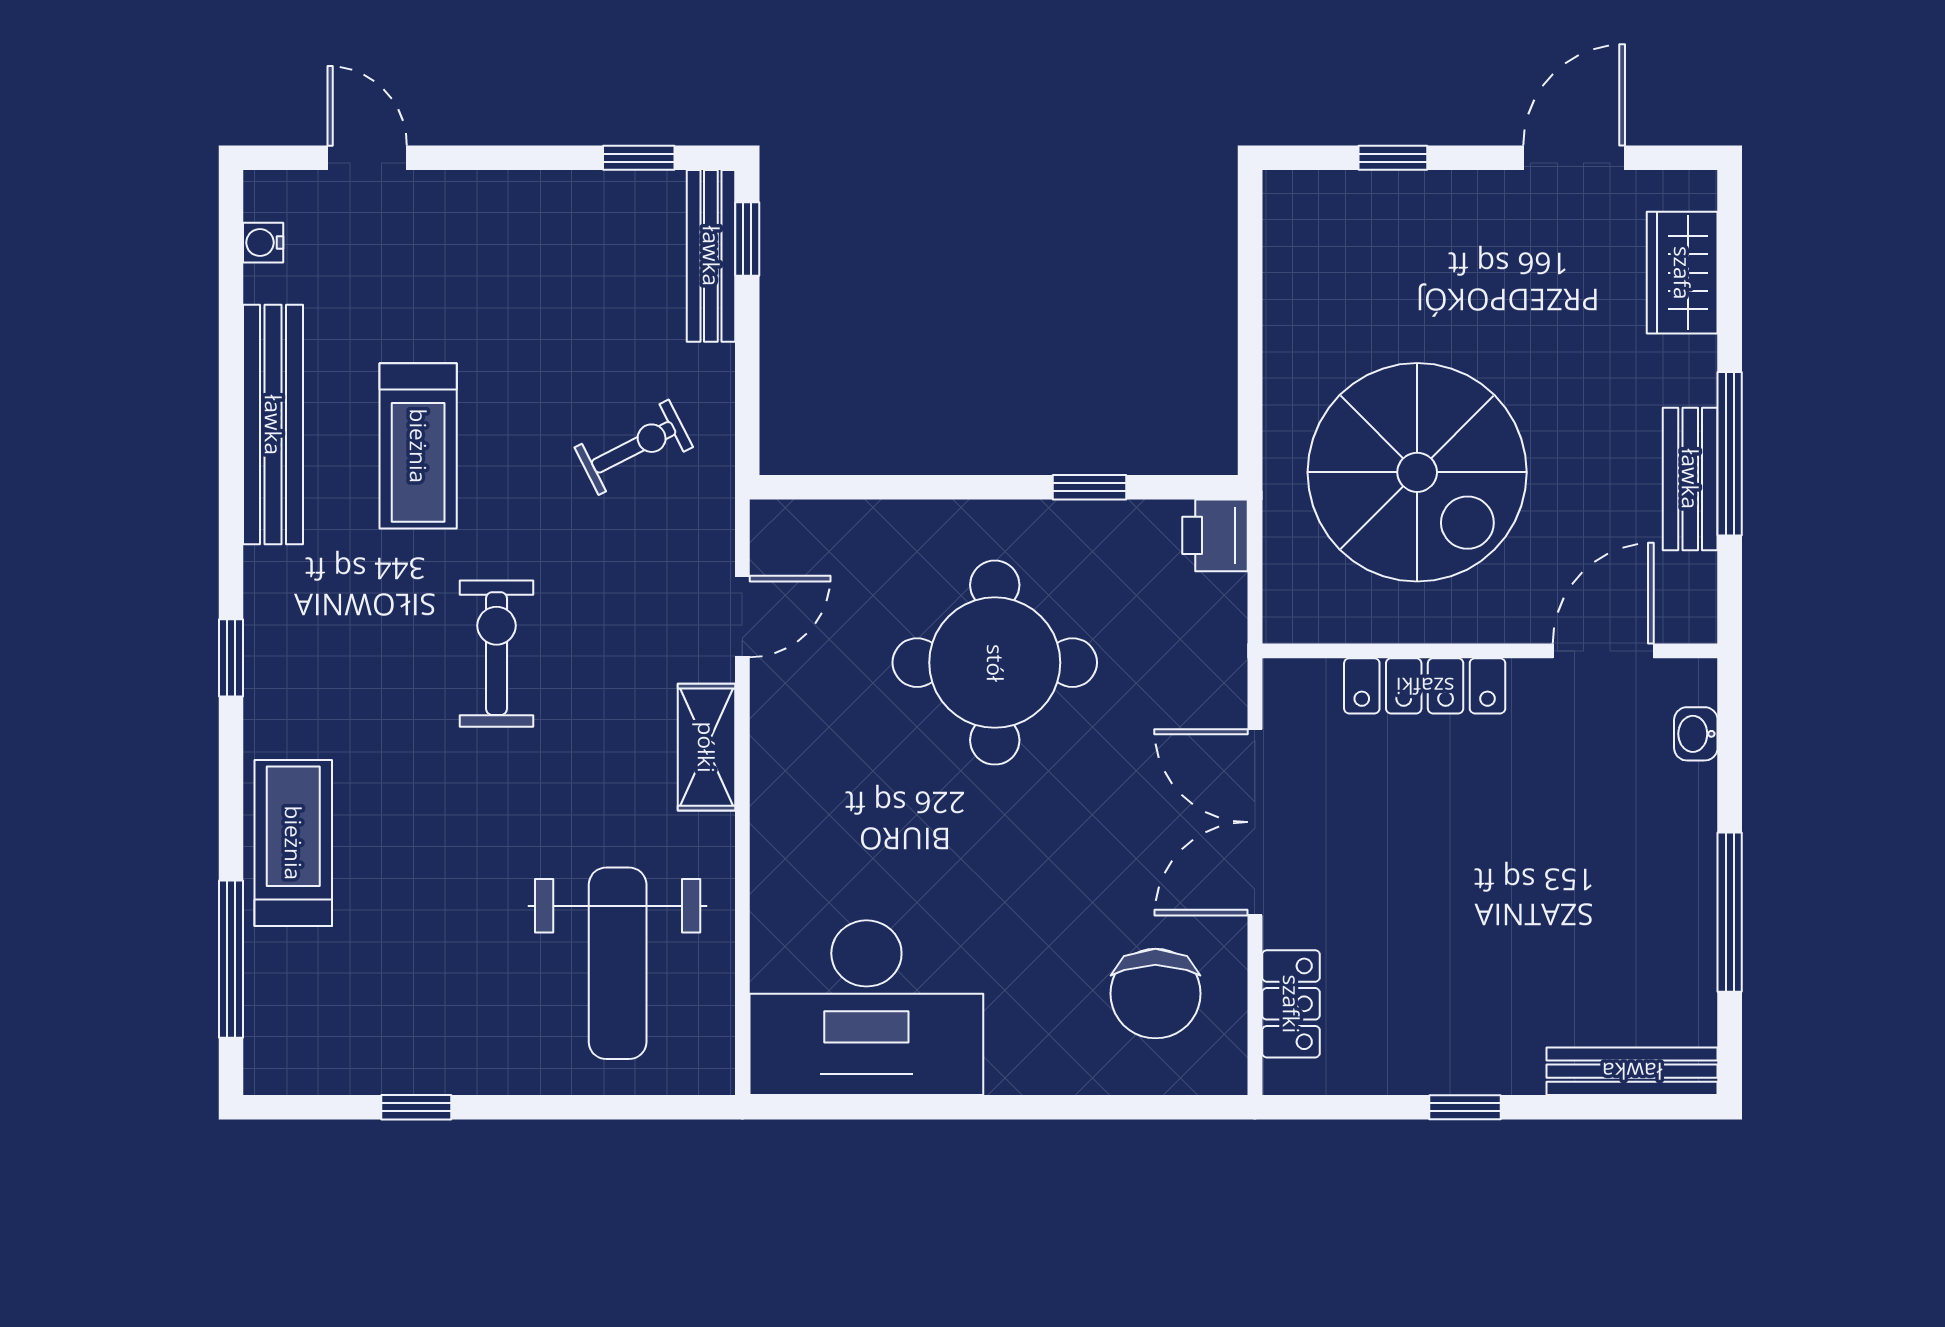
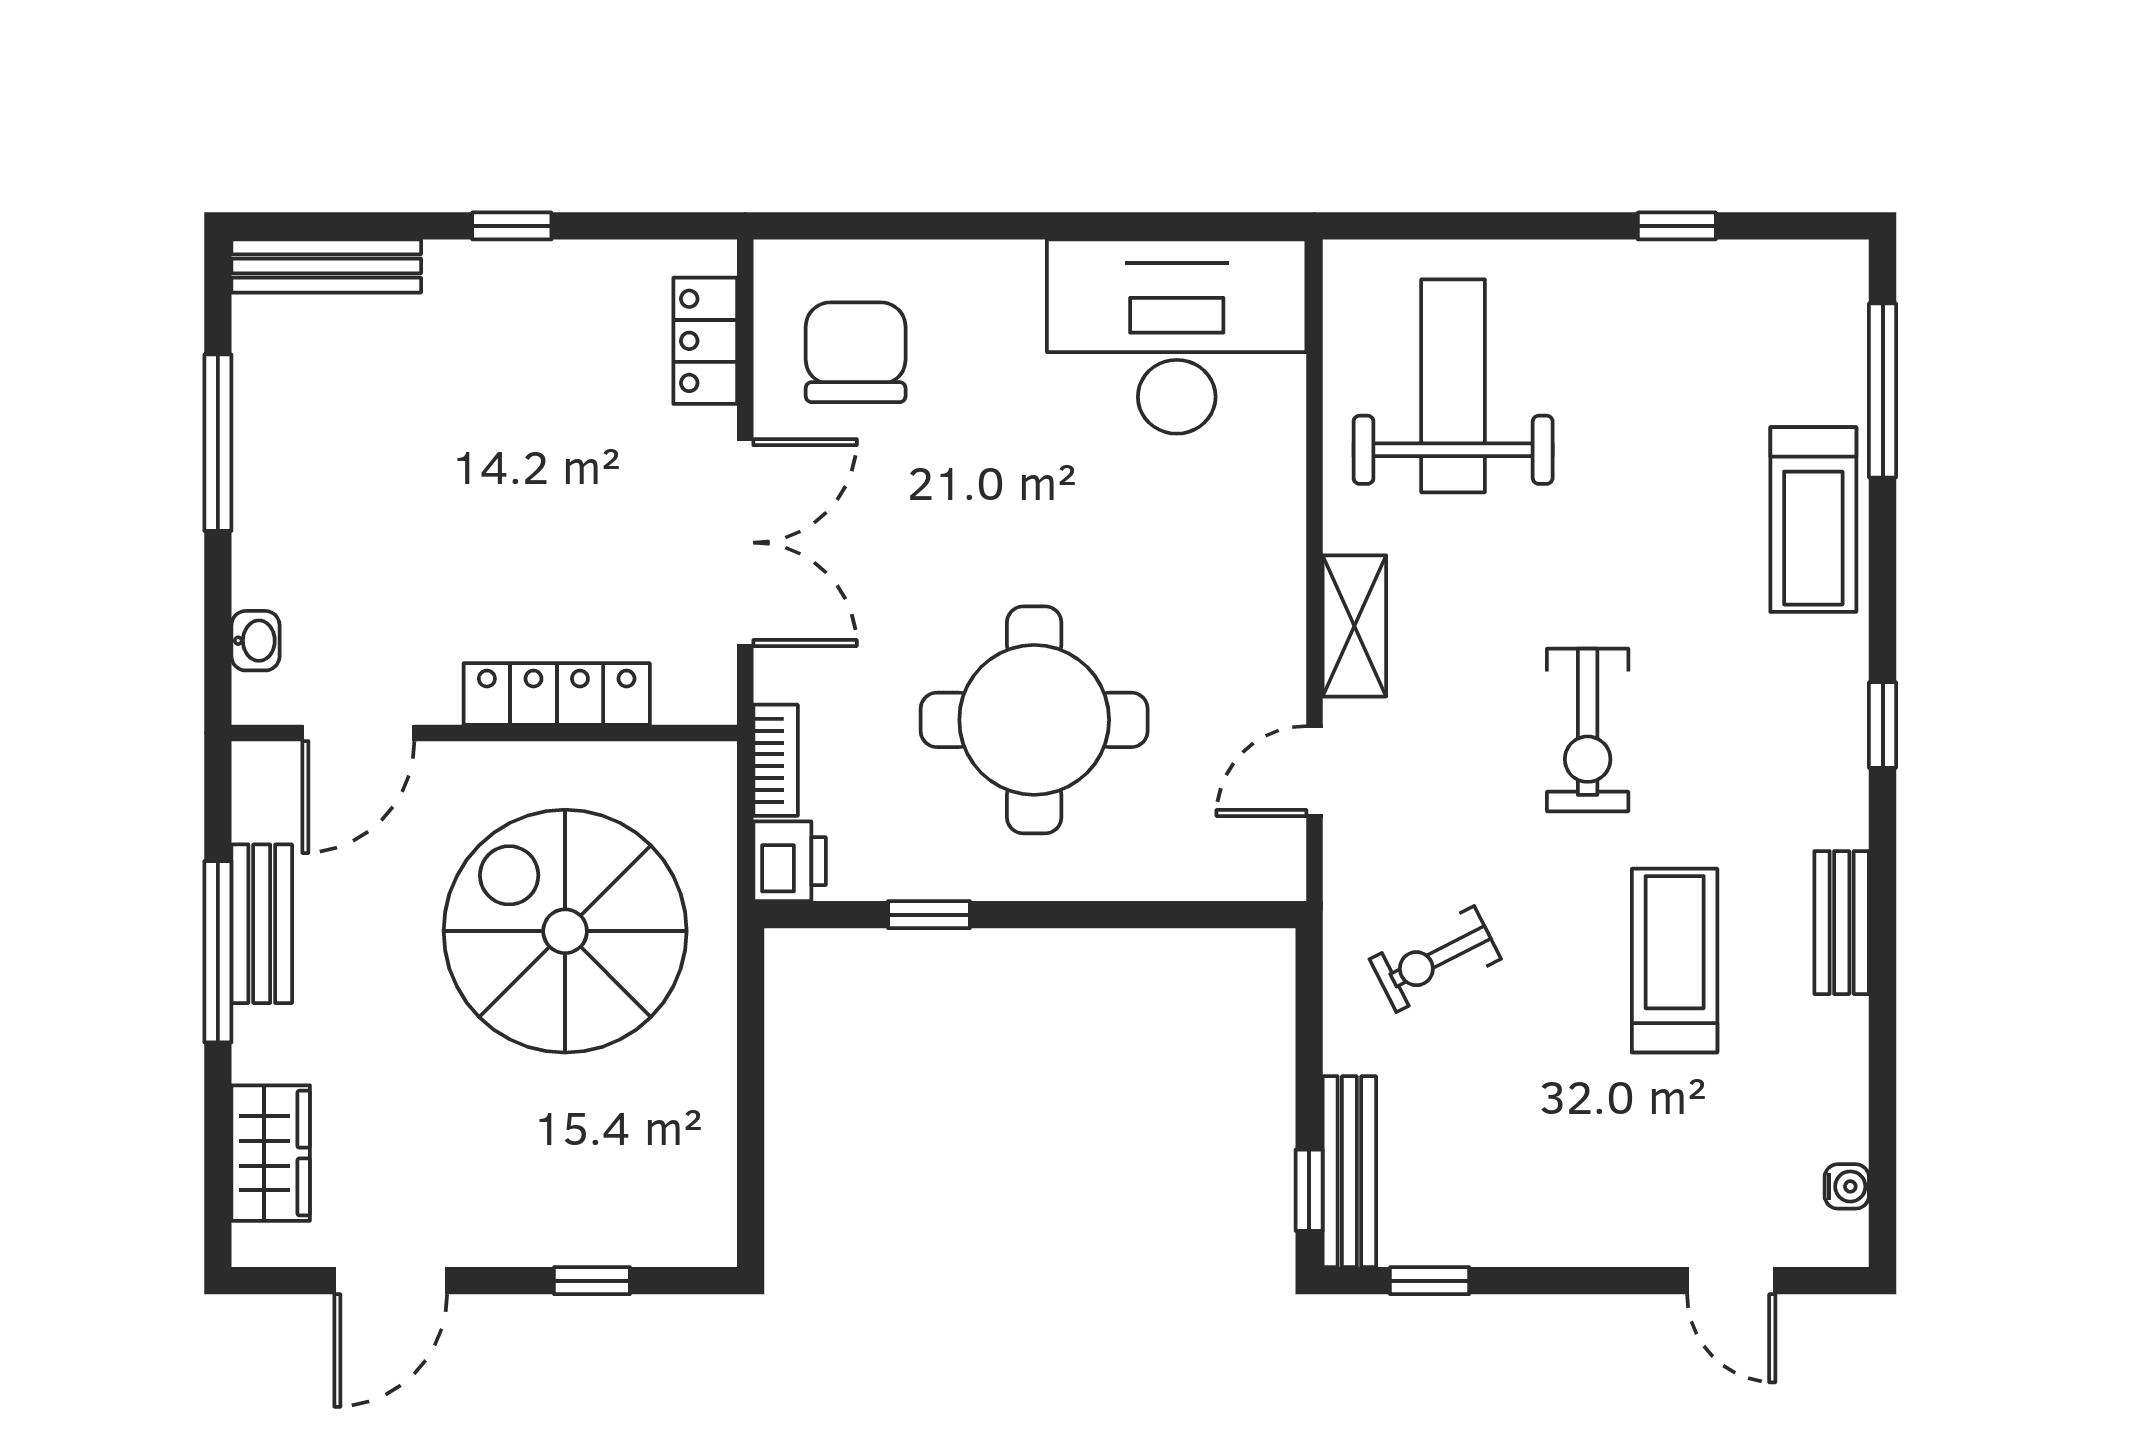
bench: (273, 425) -> (1842, 923), width x0.54, depth x0.82
bookcase: (1228, 626) -> (776, 760), added

